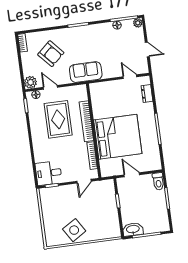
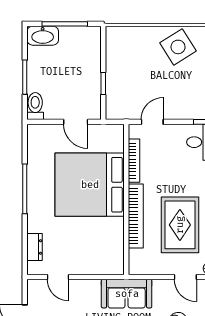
washbasin: (133, 229) -> (43, 36), moved

